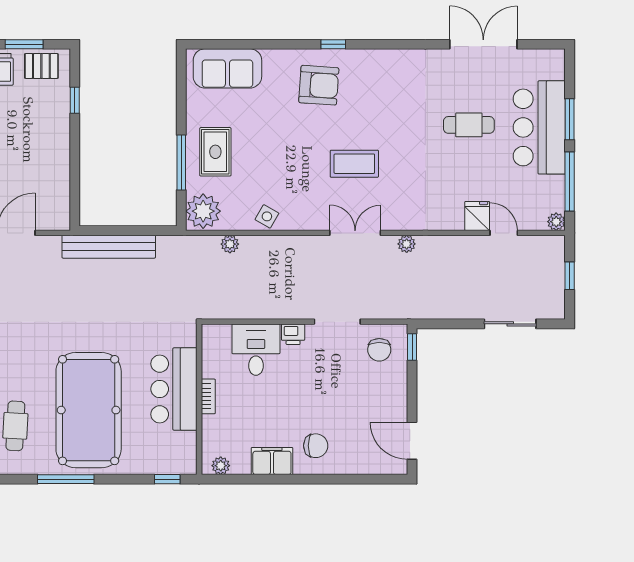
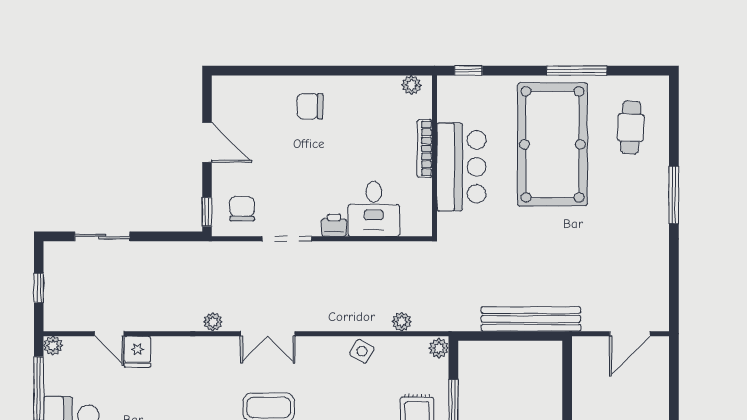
plant: (203, 211) -> (439, 348), width x0.53, depth x0.53
bookcase: (208, 396) -> (425, 149), width x1.56
door: (412, 441) -> (207, 142), moved
filing cabinet: (272, 461) -> (357, 90), removed

